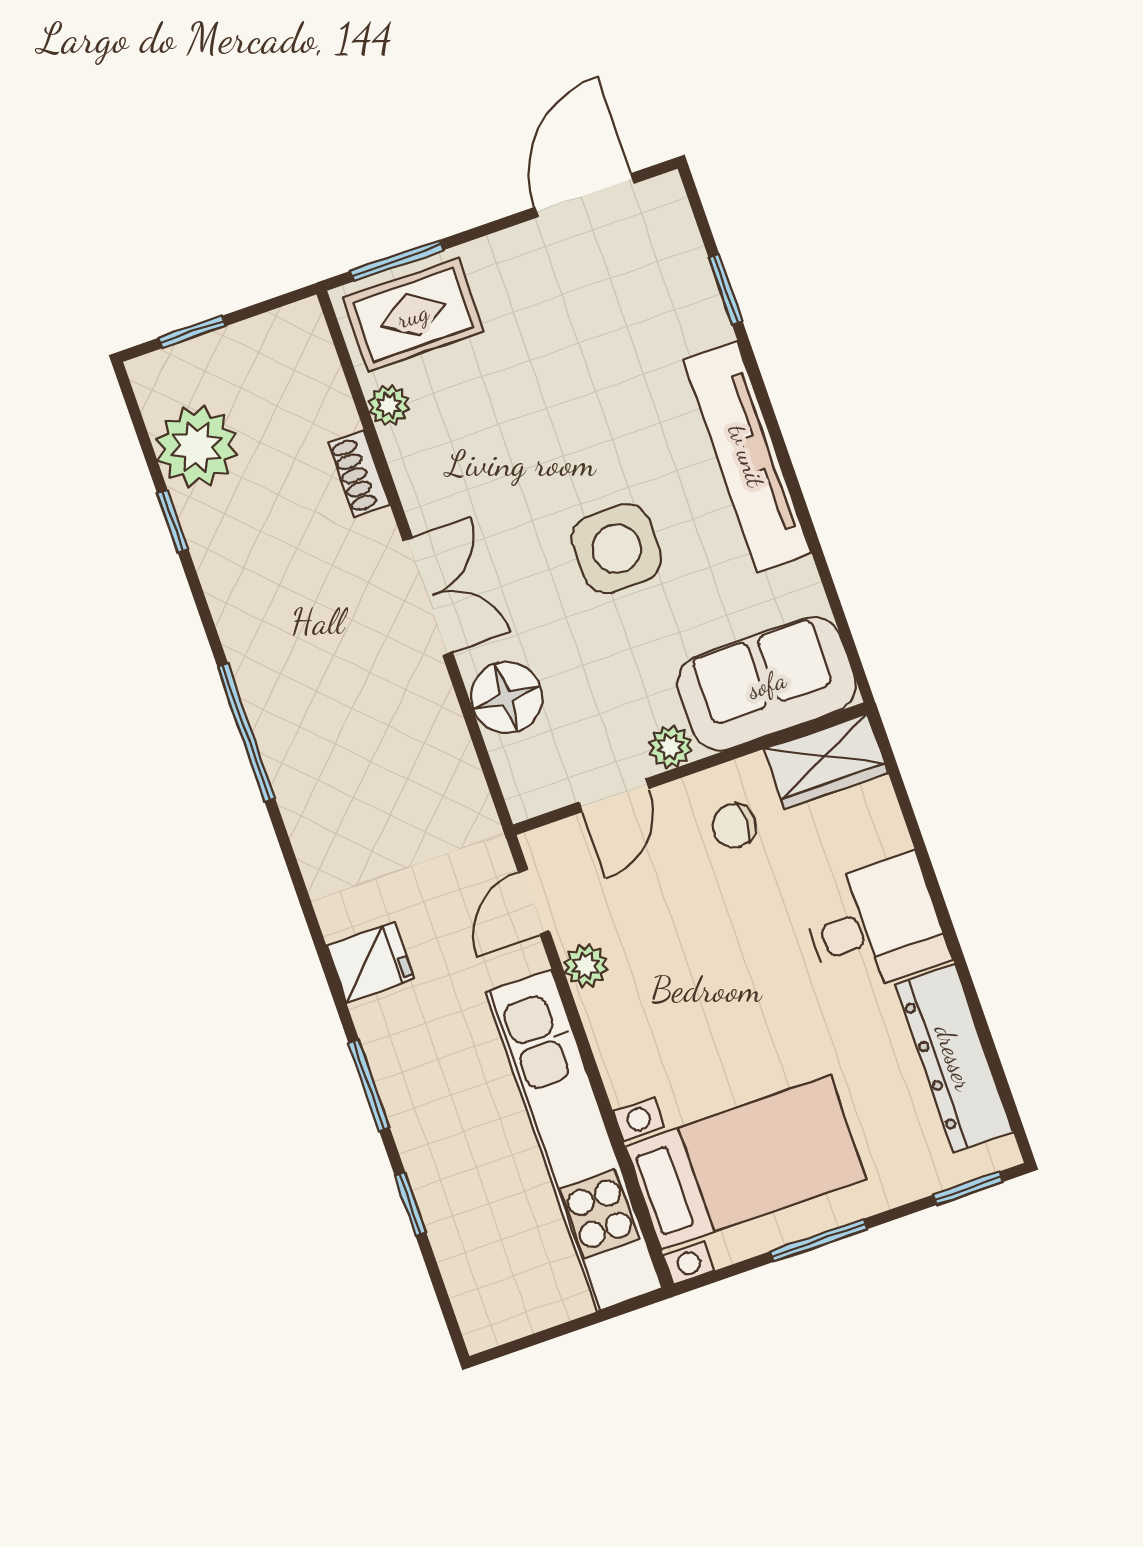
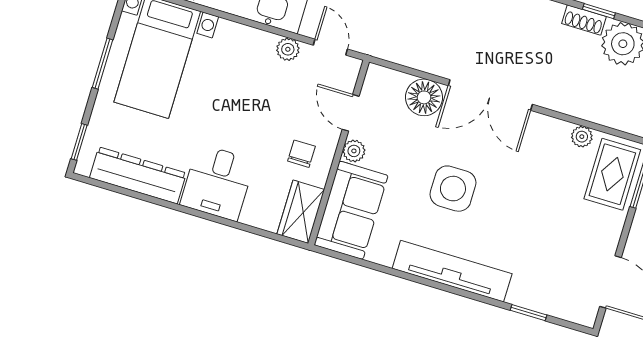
shoe rack: (359, 474) -> (584, 20), moved, turned 180
double door: (428, 596) -> (490, 95), width x1.37

